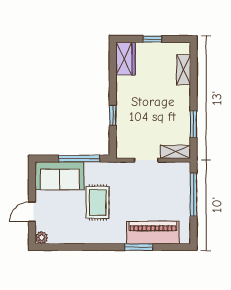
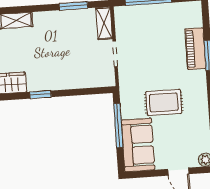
window: (113, 115) -> (40, 95), moved
piano: (153, 233) -> (195, 49), width x0.73, depth x0.75

